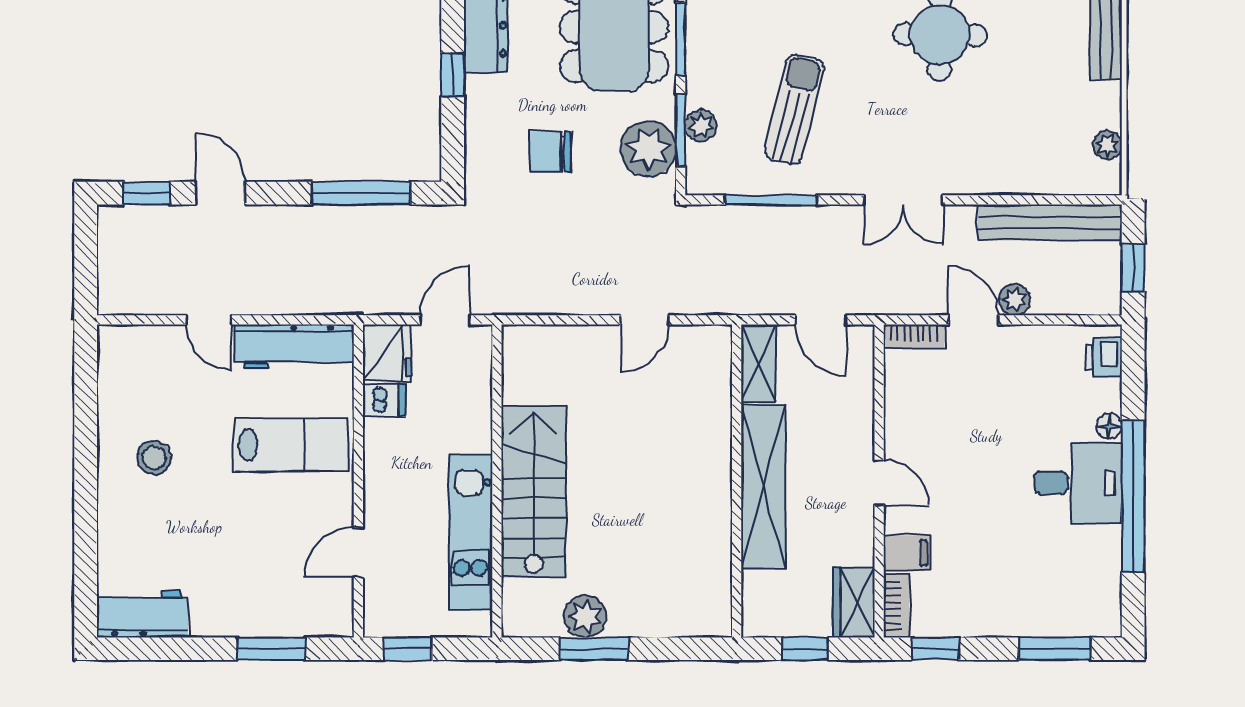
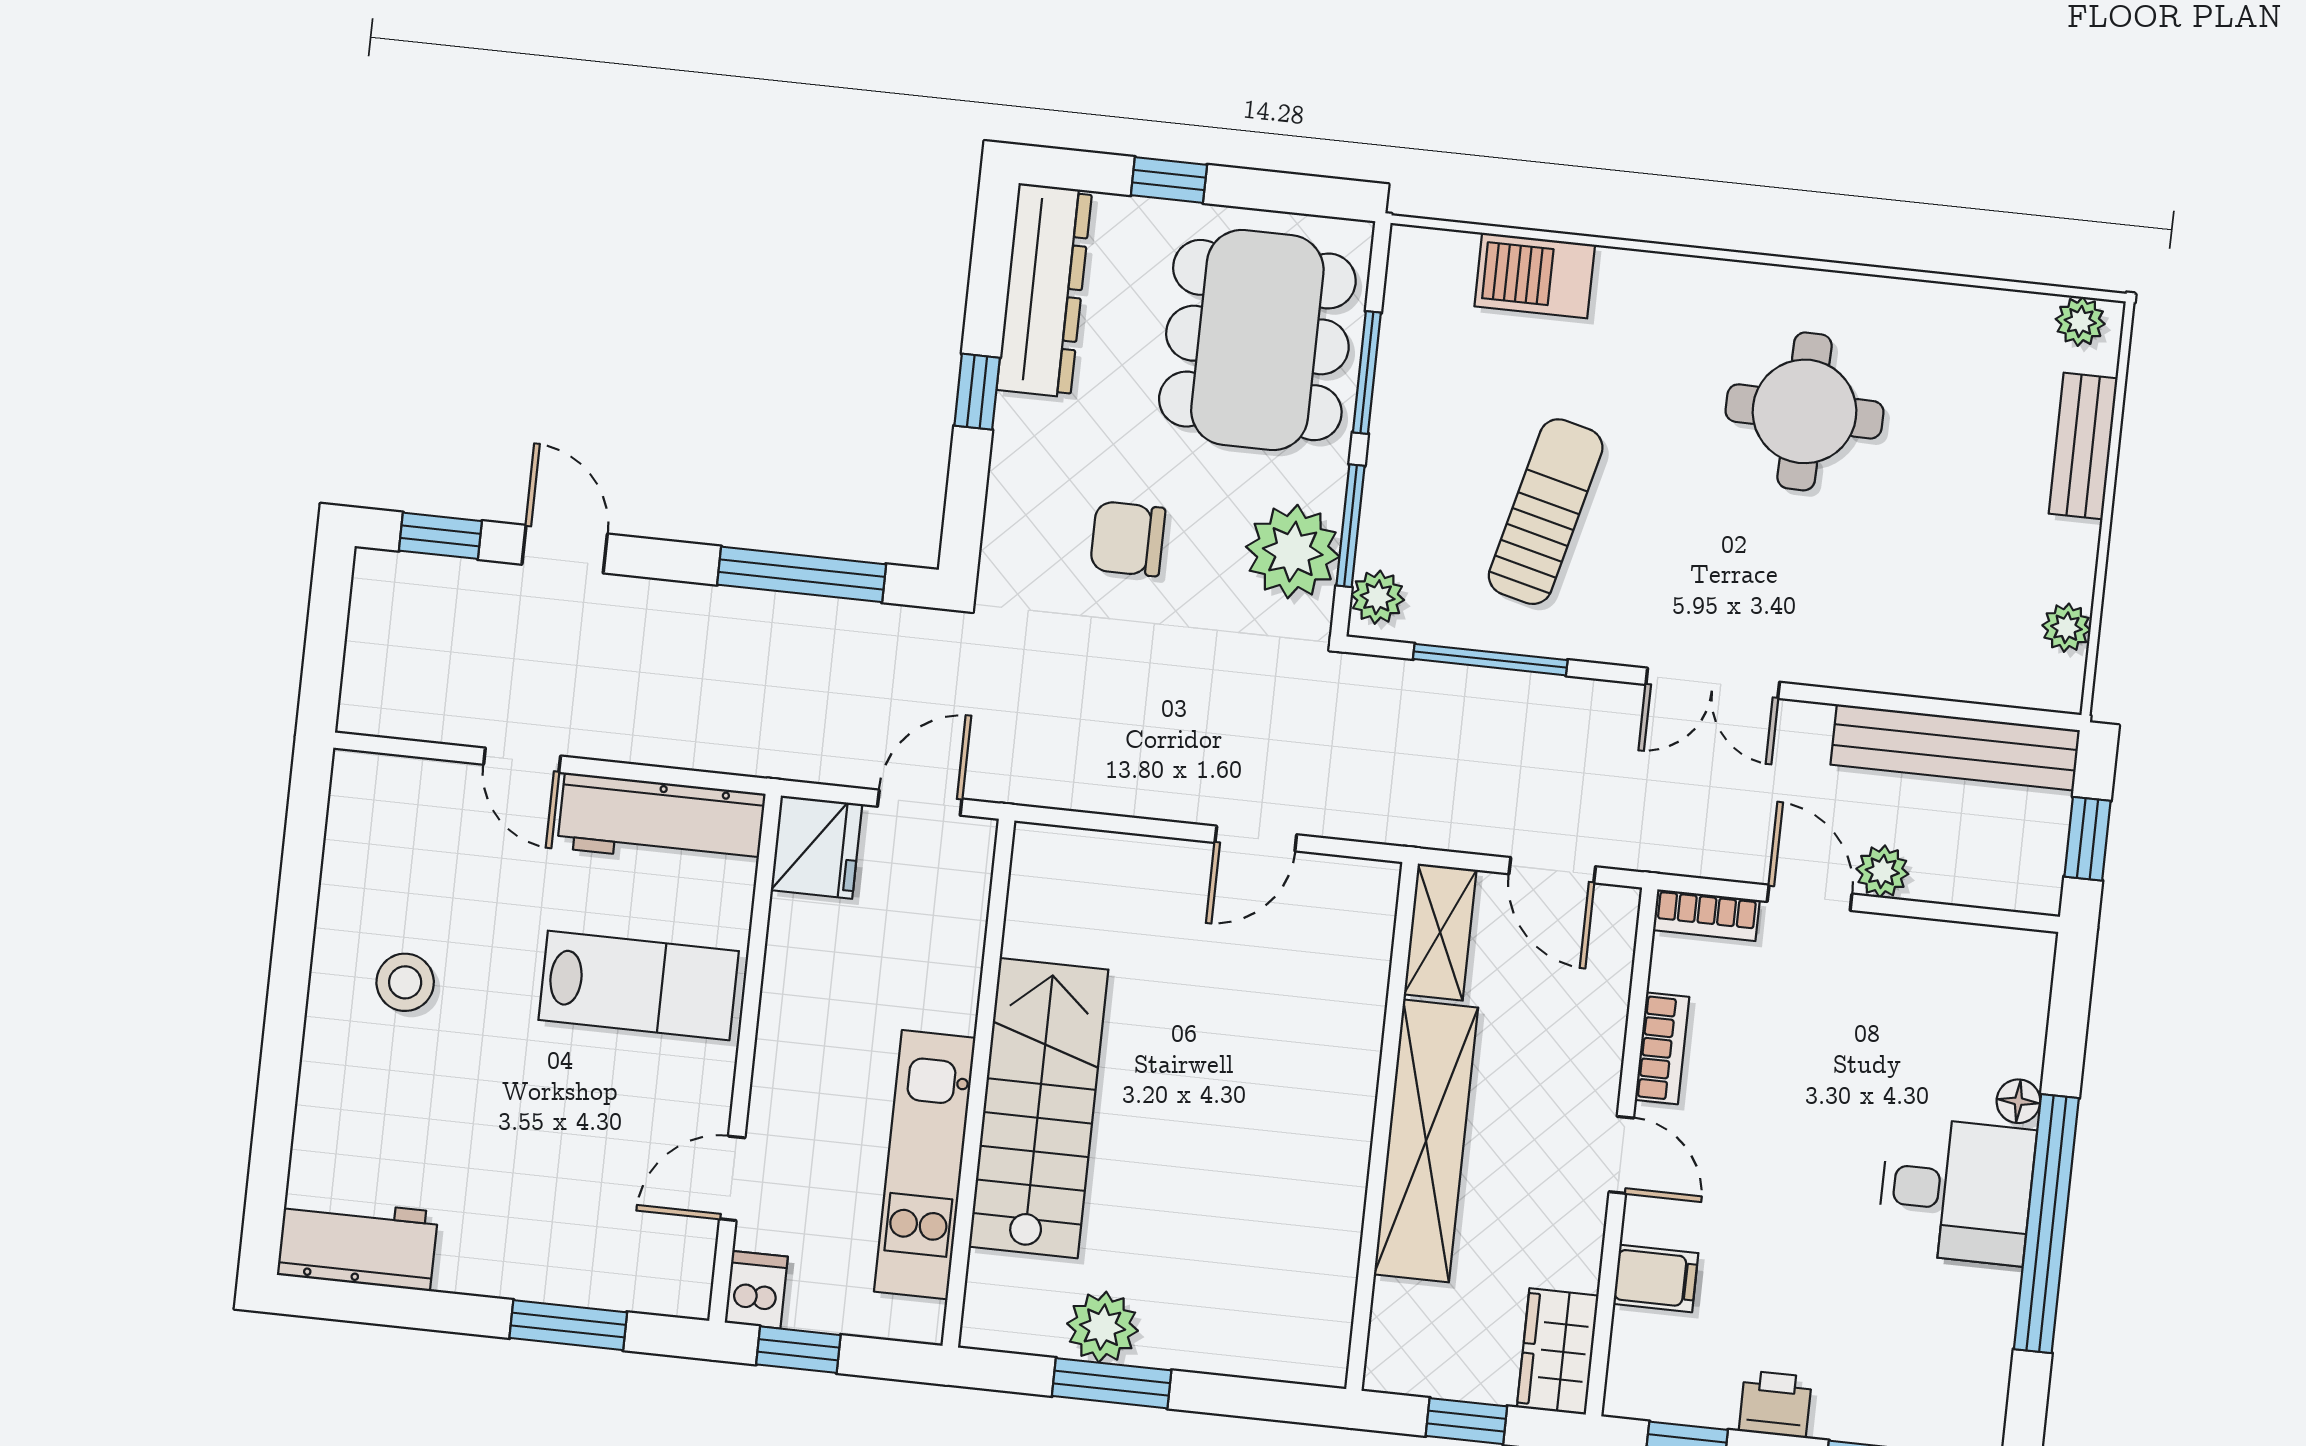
plant: (701, 126) -> (1378, 597), moved
printer: (1104, 357) -> (1775, 1404), moved, turned 90
dishwasher: (384, 400) -> (756, 1290), moved, turned -90
bookcase: (896, 606) -> (1662, 1048), moved

